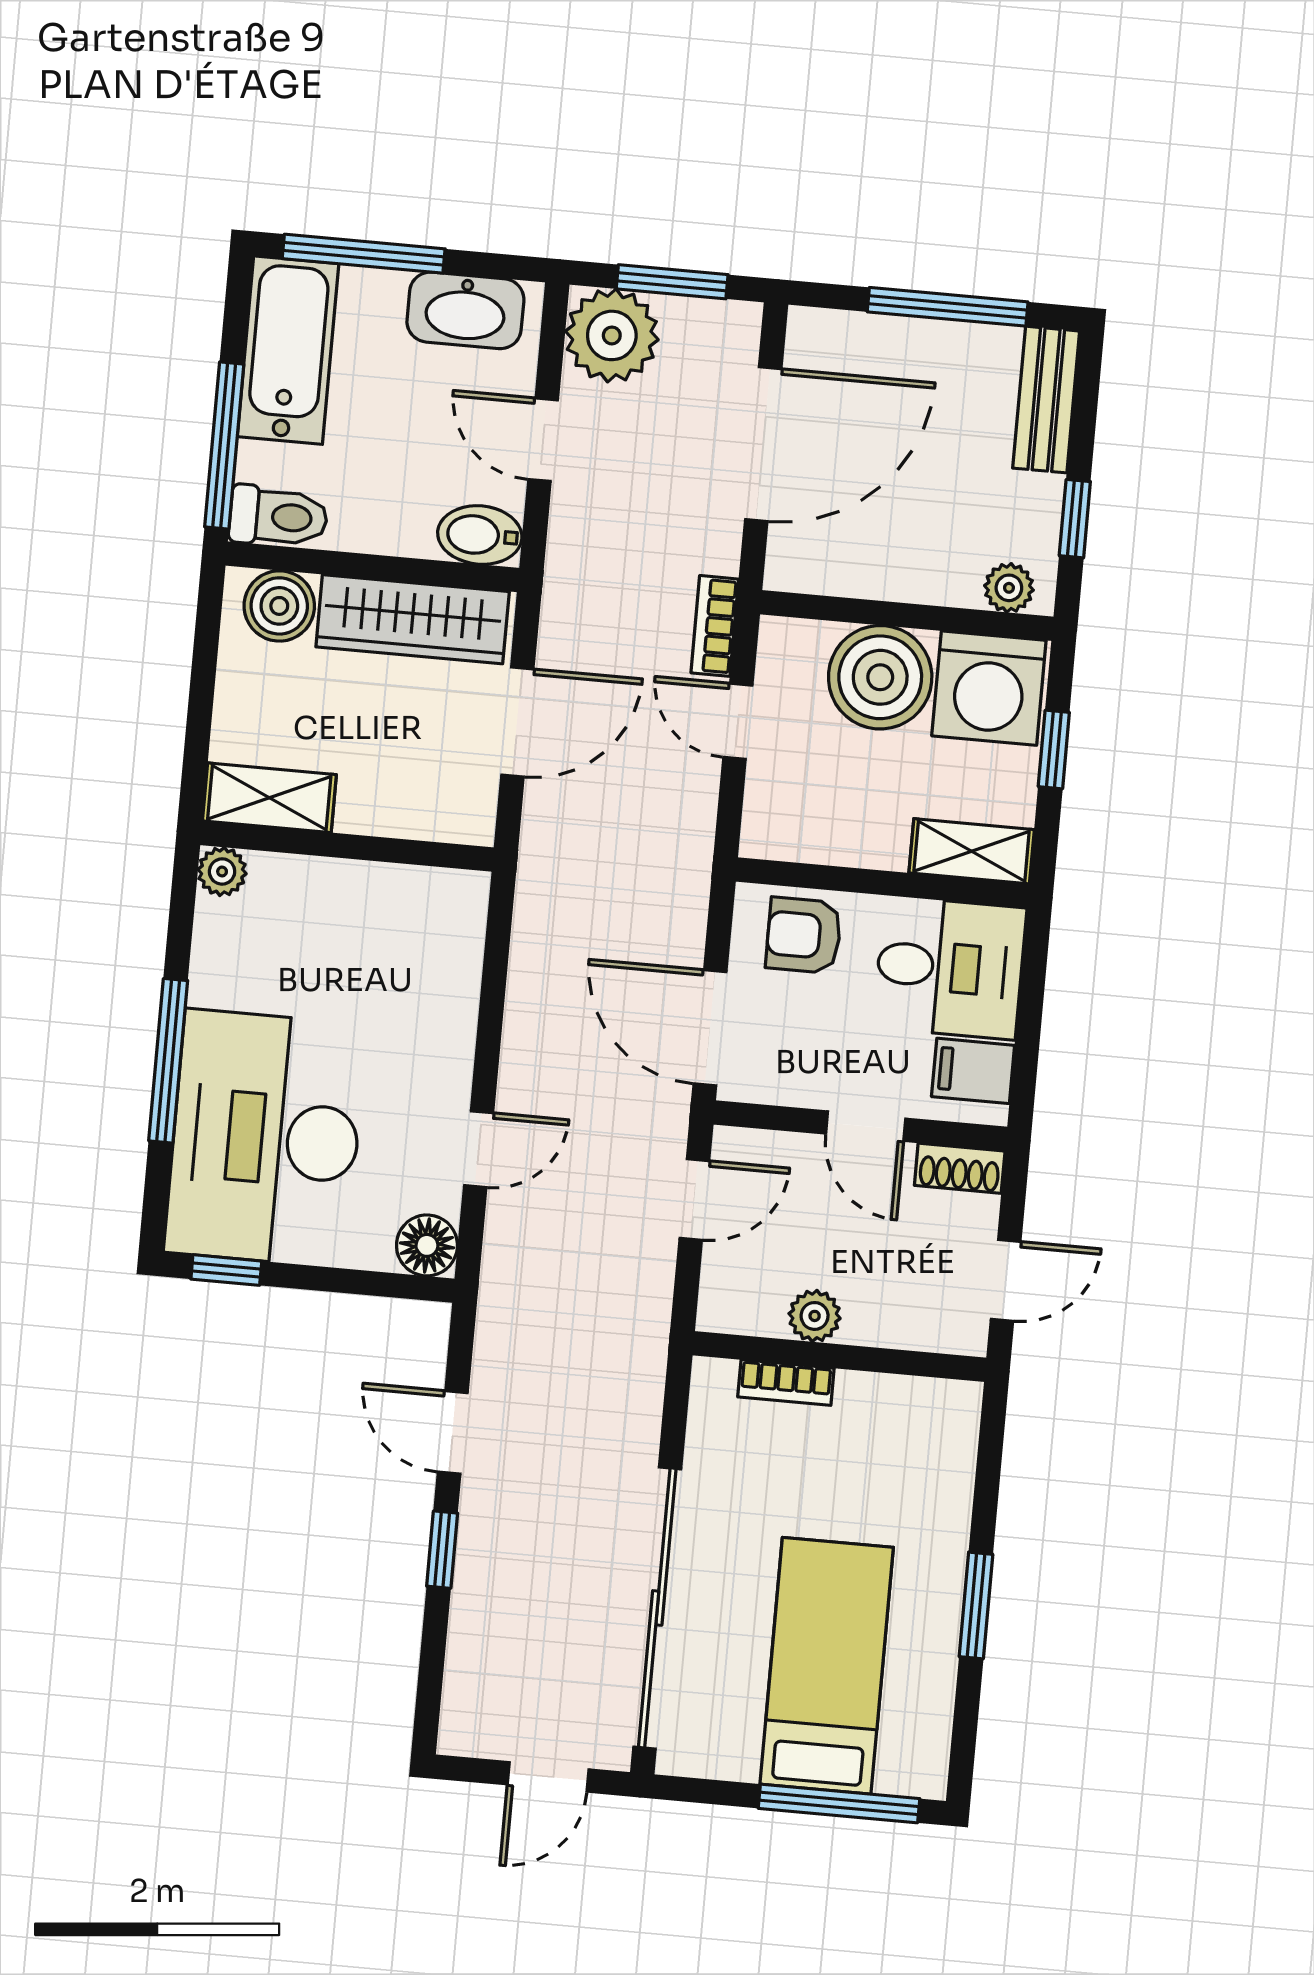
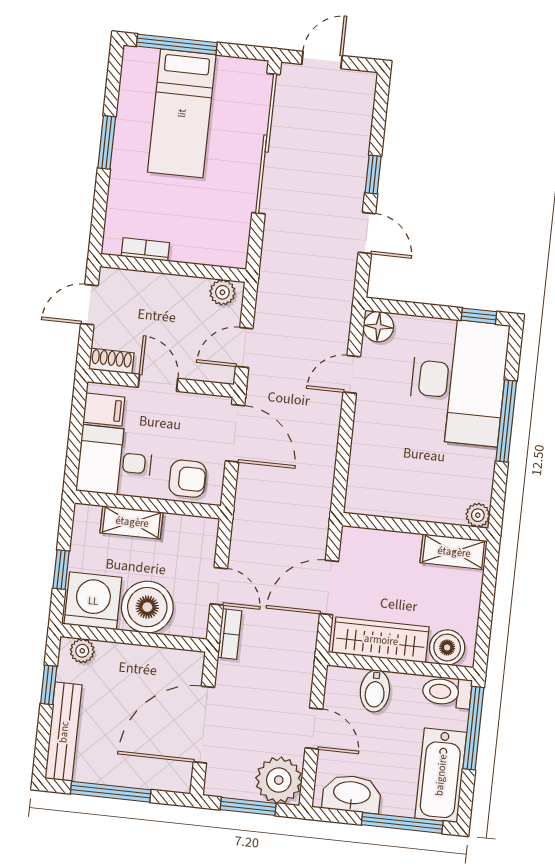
bench: (1046, 400) -> (64, 732), width x1.36
bidet: (480, 535) -> (375, 691), moved, turned 90
shelving: (972, 851) -> (132, 522), moved
plant: (815, 1316) -> (222, 292), moved
bookcase: (786, 1383) -> (145, 249), moved

